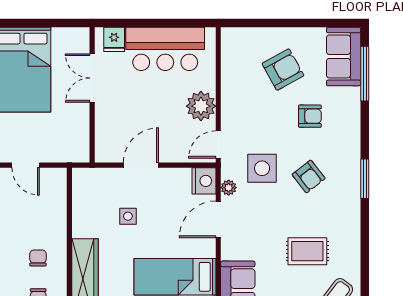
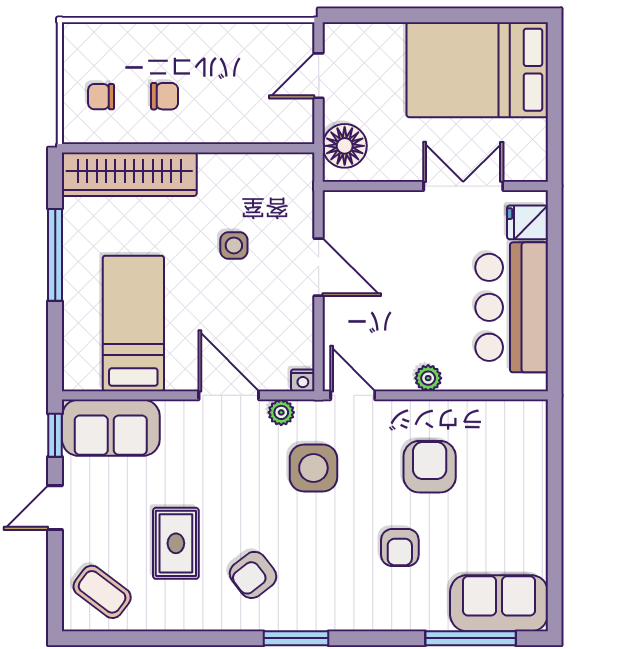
armchair: (283, 70) -> (430, 467), moved, turned -151
plant: (201, 106) -> (428, 378), width x0.53, depth x0.53
floor lamp: (68, 149) -> (345, 146), added
armchair: (309, 176) -> (253, 575), moved
nightstand: (204, 181) -> (303, 380), width x0.53, depth x0.56

